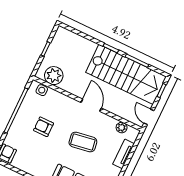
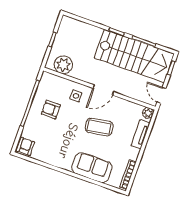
side table: (42, 90) -> (76, 96), moved
door: (91, 105) -> (103, 90), swing flipped
armchair: (44, 127) -> (51, 109), moved
plant: (122, 128) -> (148, 113), moved

